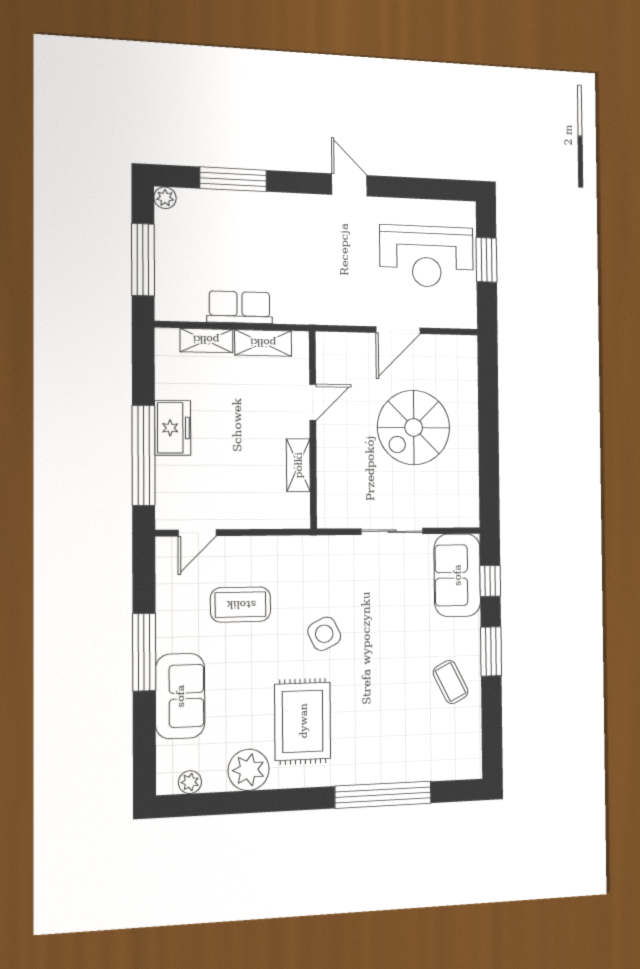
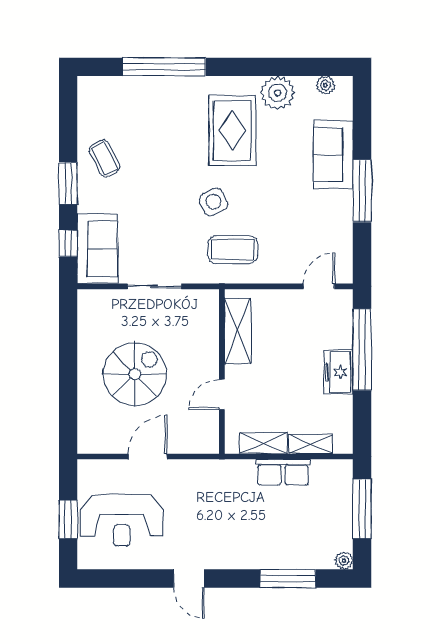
reception desk: (427, 256) -> (122, 520), turned 180
shelving: (298, 465) -> (238, 331), width x1.50, depth x1.33
coffee table: (241, 605) -> (233, 249), moved

